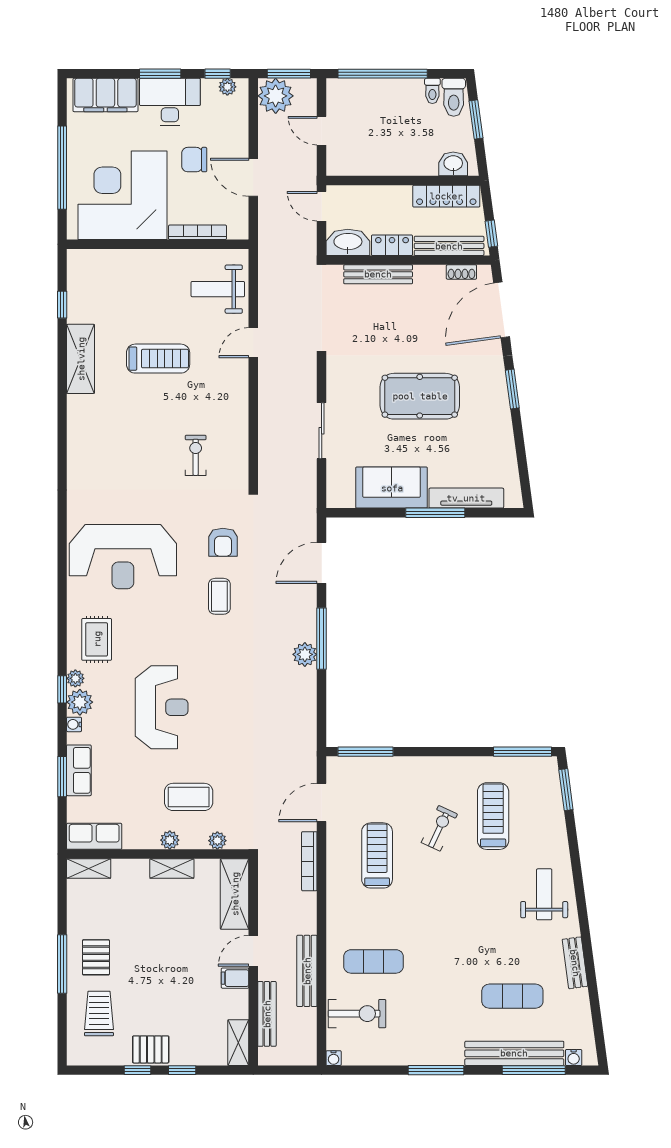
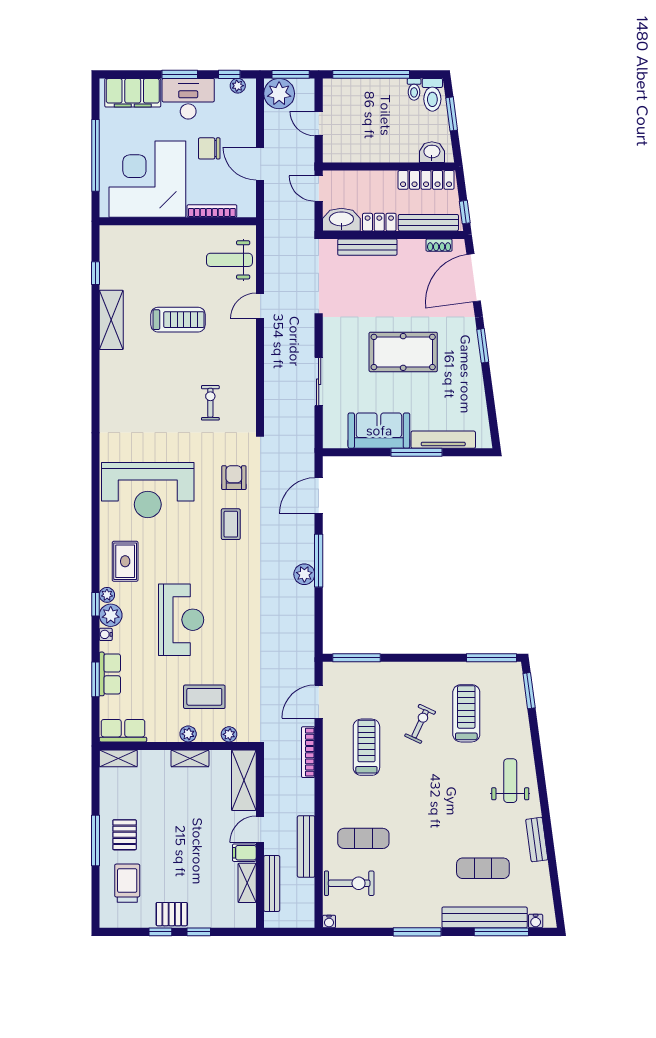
armchair: (223, 542) -> (234, 478), turned 180
shelving: (238, 1043) -> (247, 883), moved

